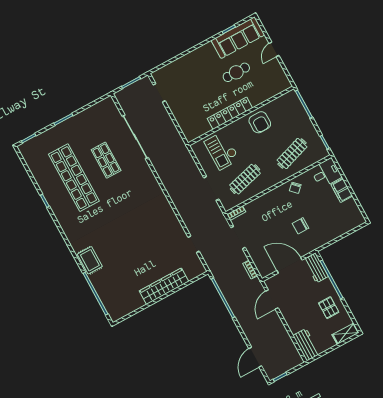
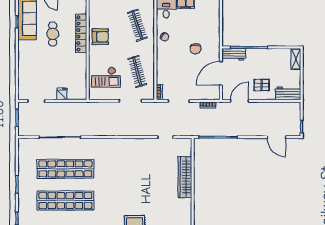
locker: (230, 113) -> (81, 33), moved
fridge: (180, 115) -> (62, 94), added
shop shelf: (106, 160) -> (65, 169), width x2.00, depth x1.36
door: (272, 299) -> (239, 101), swing flipped
pallet: (329, 308) -> (262, 85), moved

